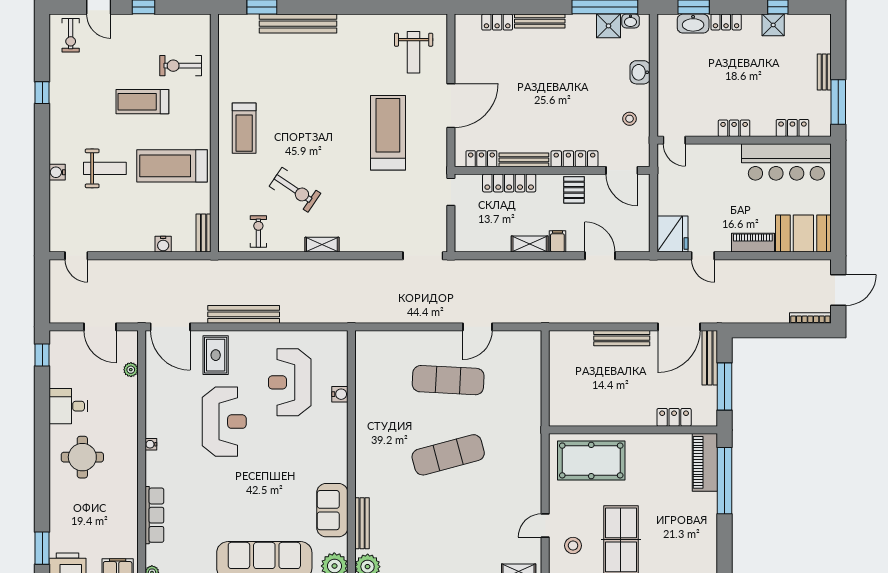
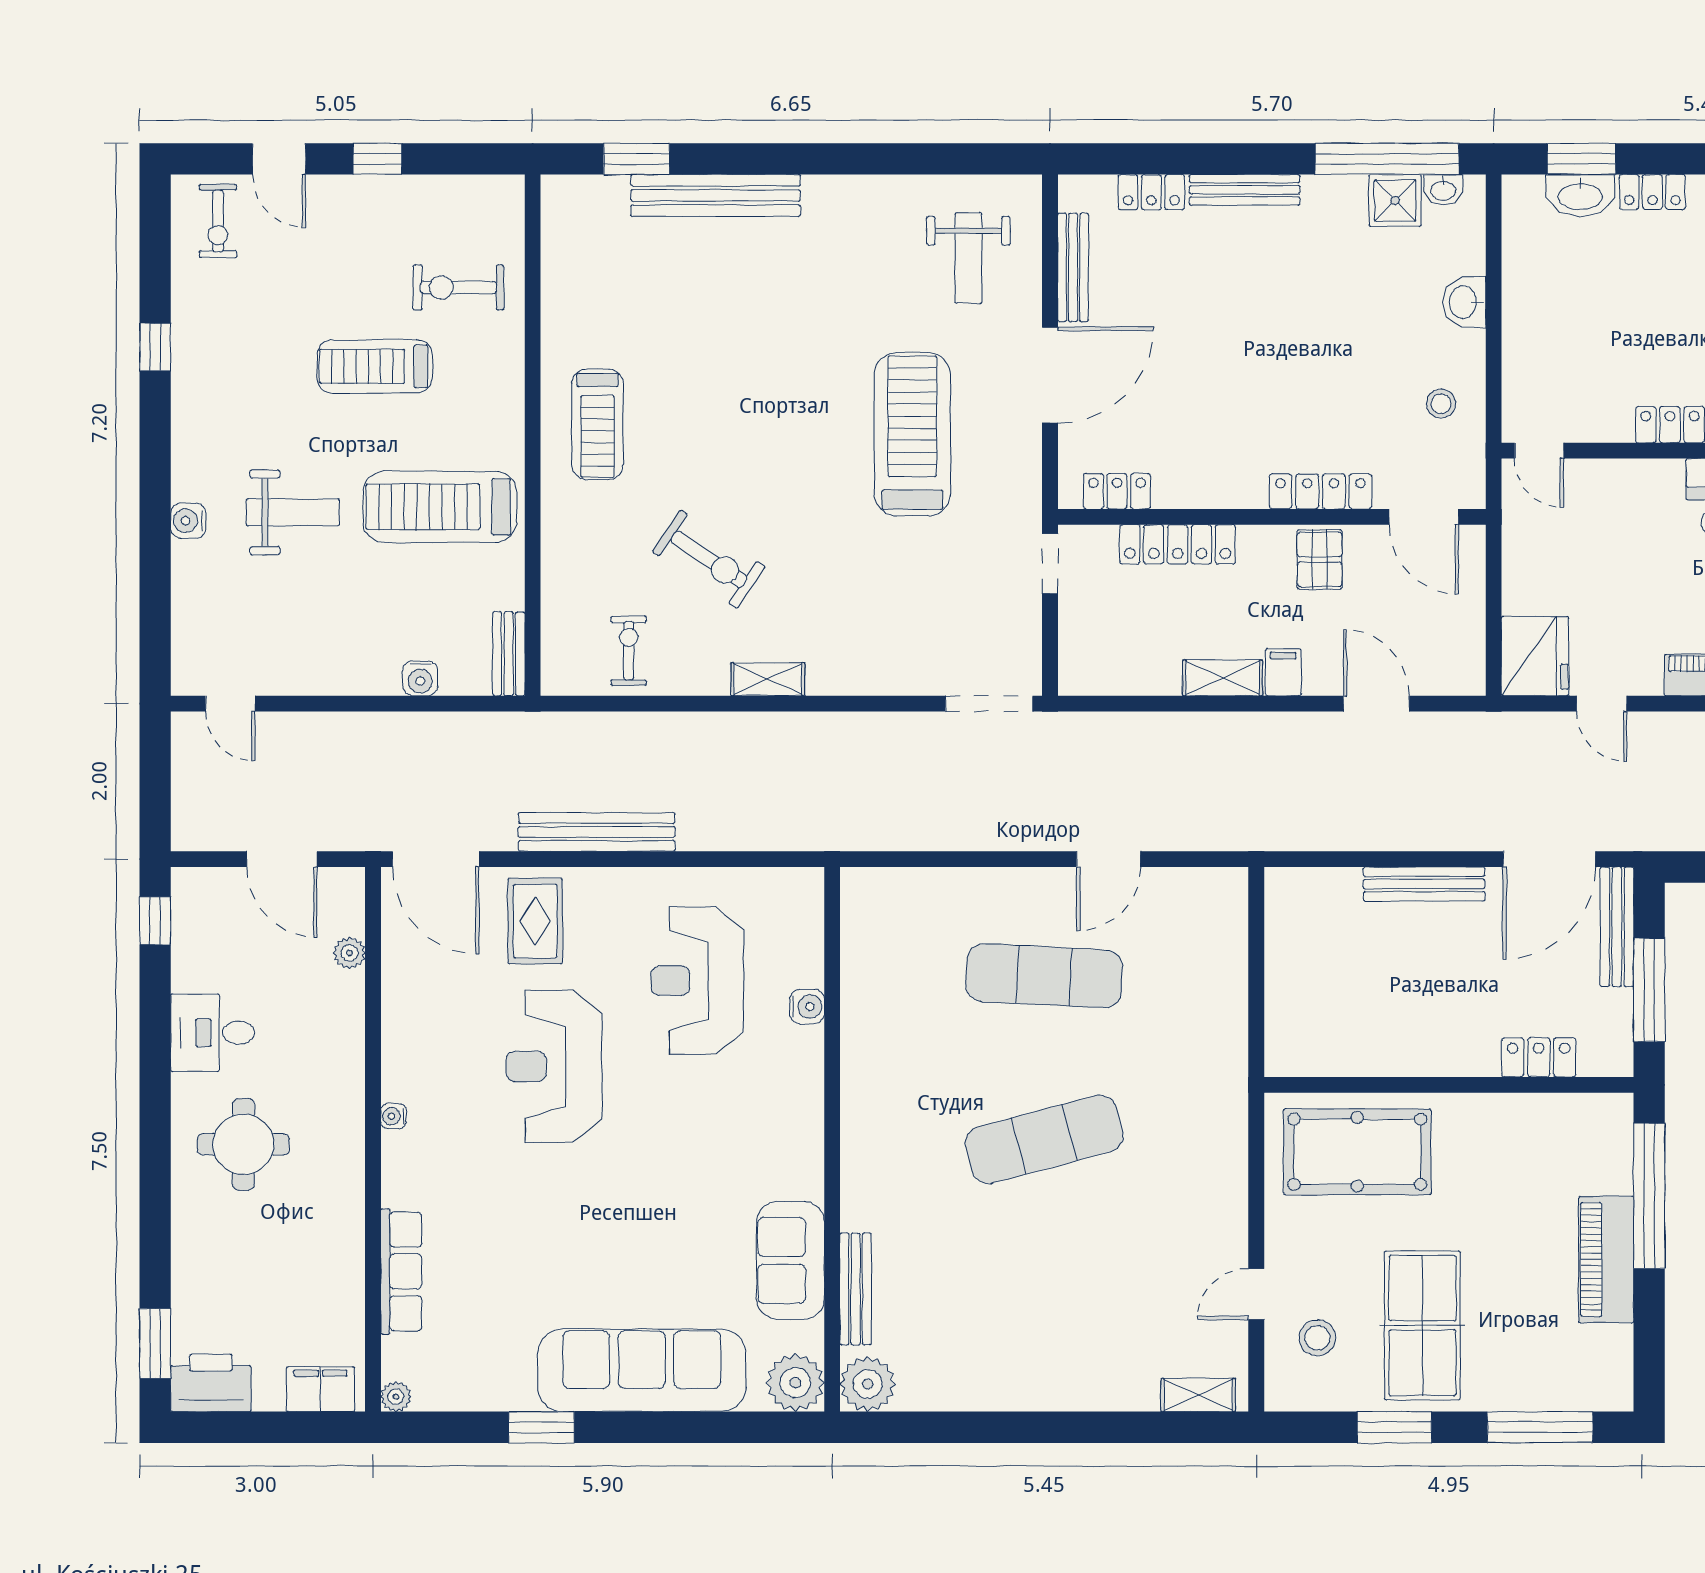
bench: (524, 160) -> (1073, 267), moved, turned 90
reception desk: (224, 422) -> (554, 1066), turned 180
piano: (705, 462) -> (1606, 1259), moved

